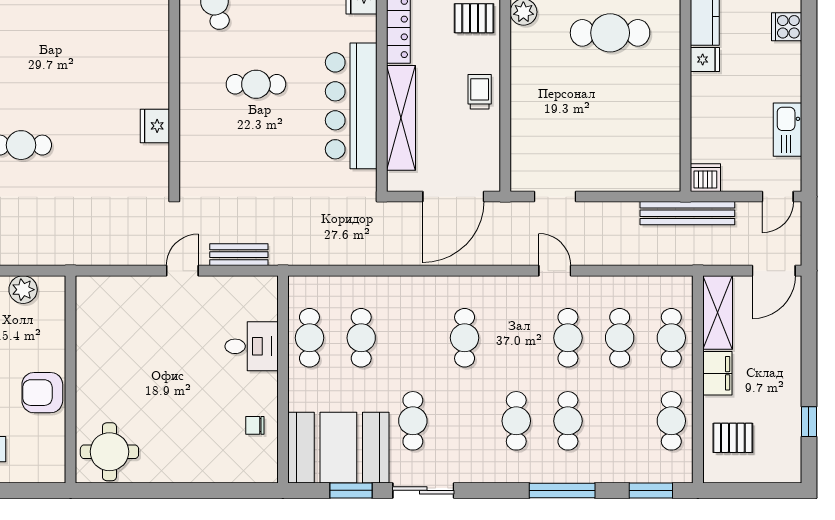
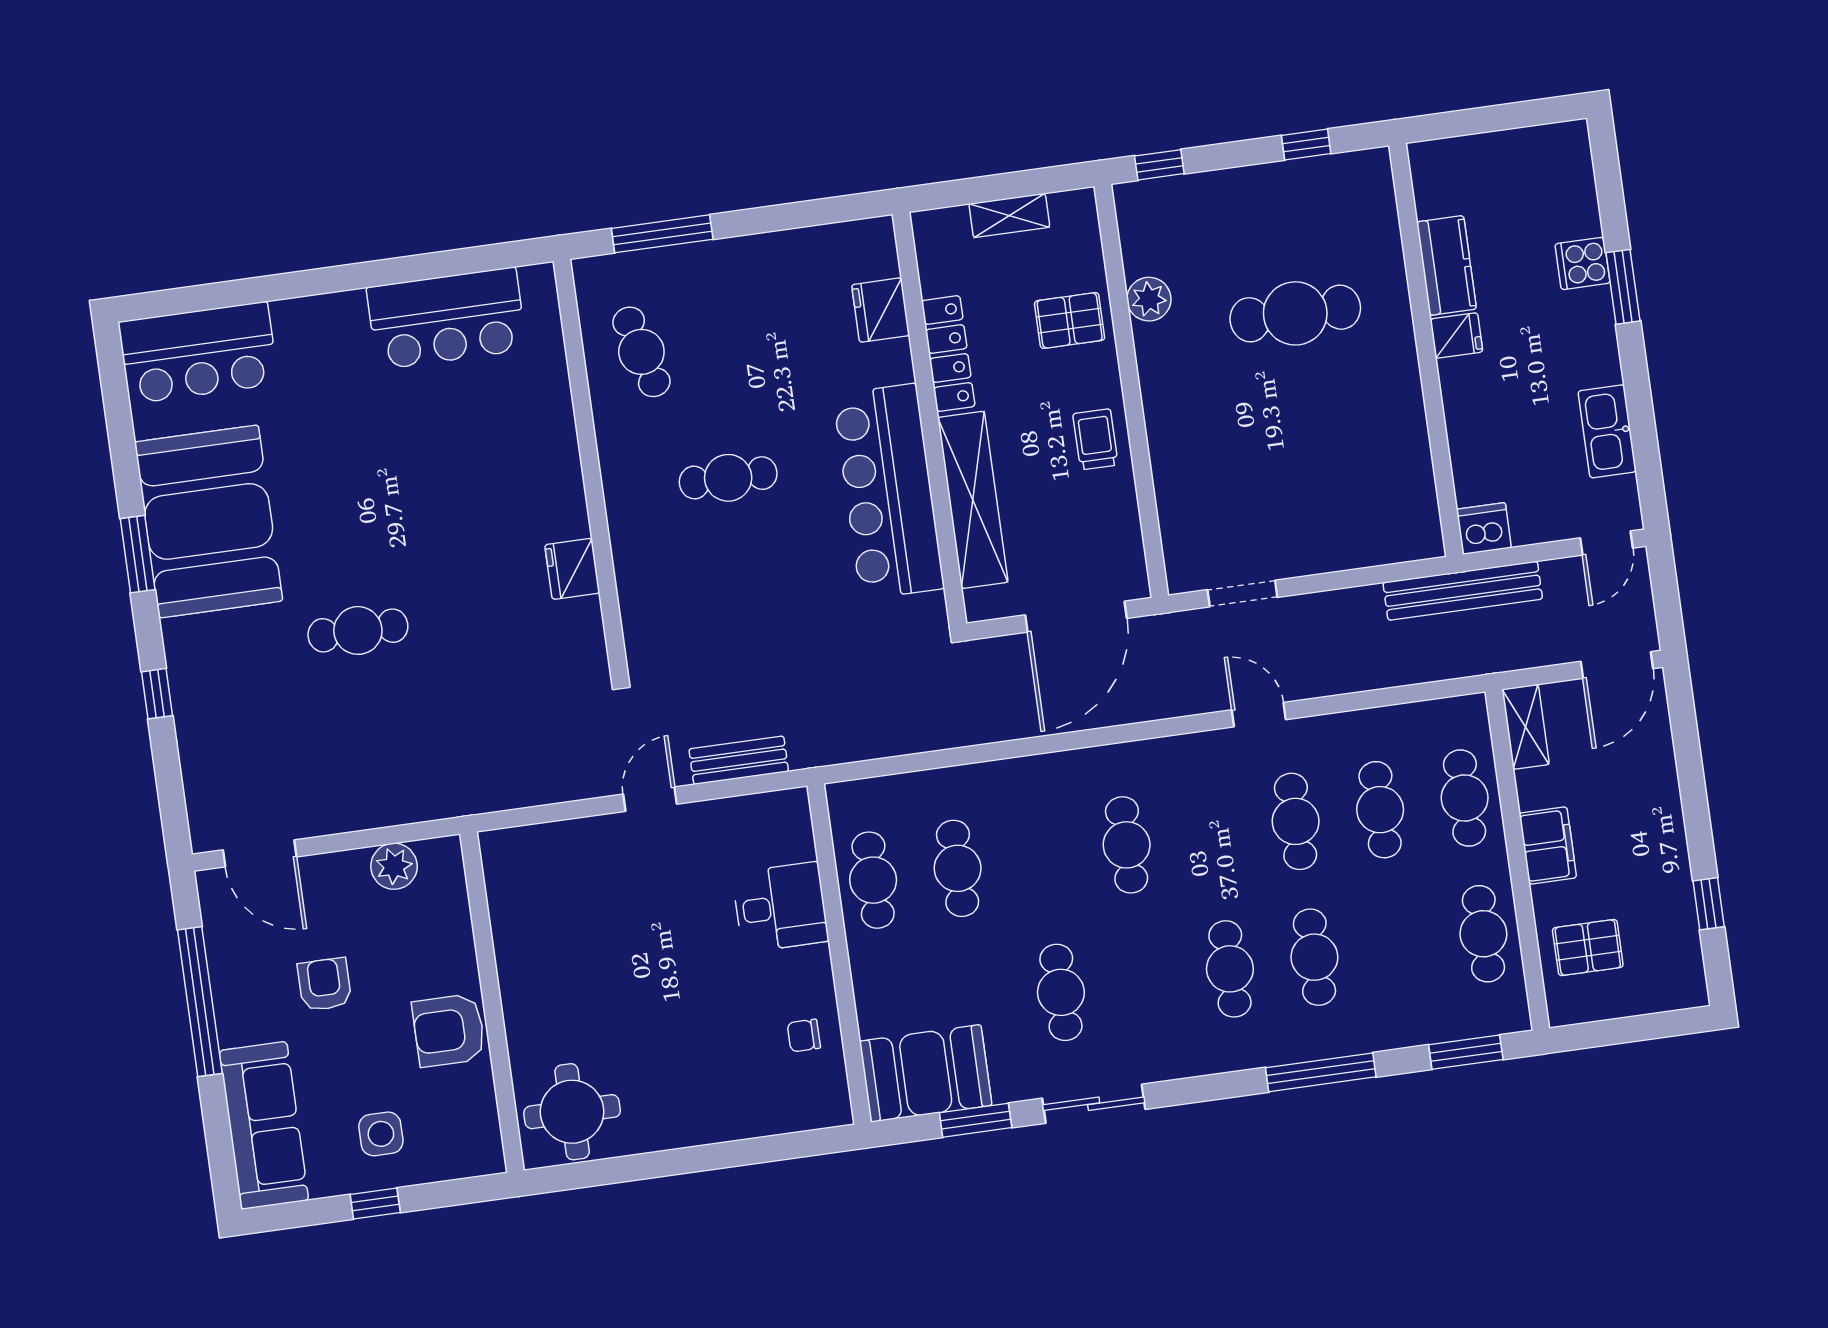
window: (809, 44) -> (1623, 287), added
shelving: (718, 312) -> (1526, 727), width x0.67, depth x0.75
booth: (338, 448) -> (926, 1073), width x0.73, depth x0.70

